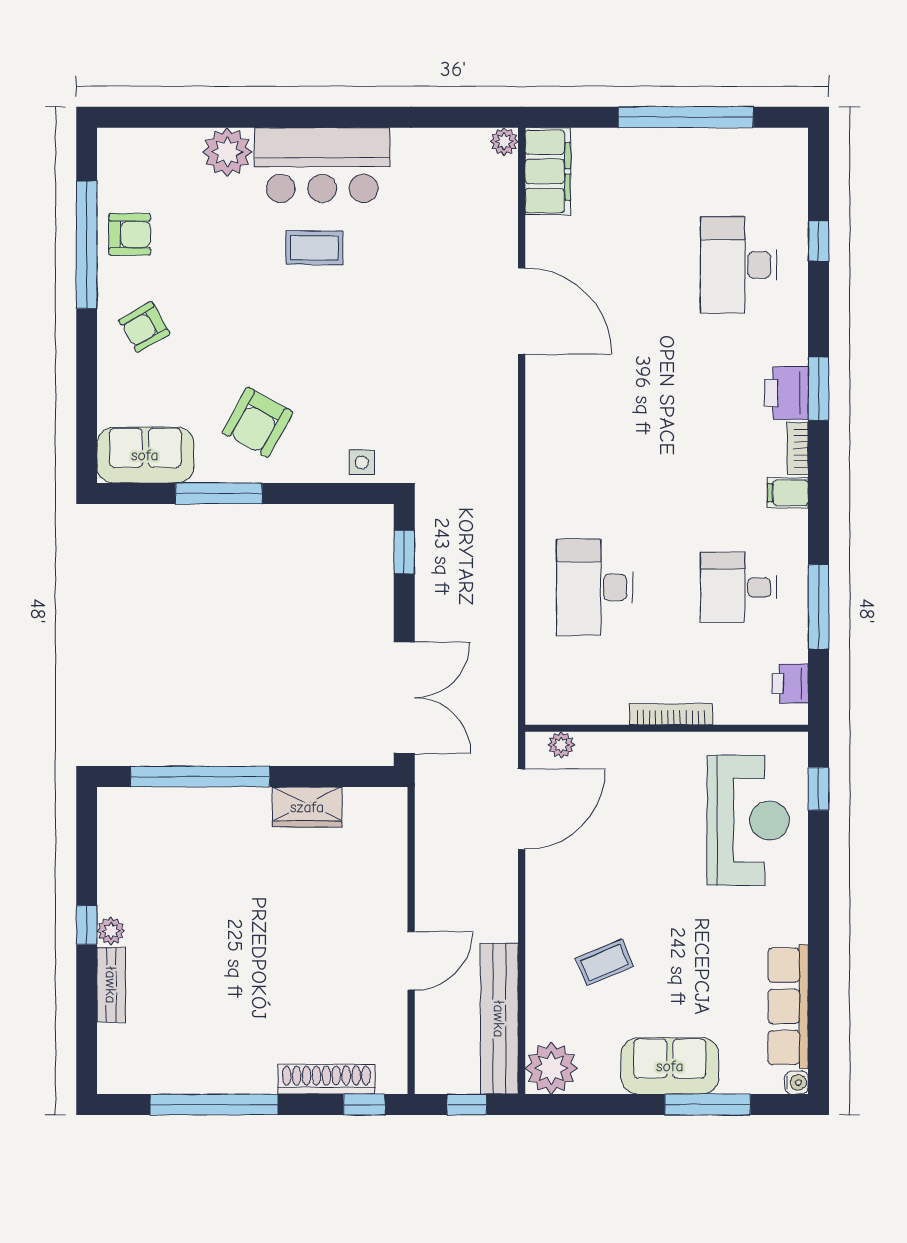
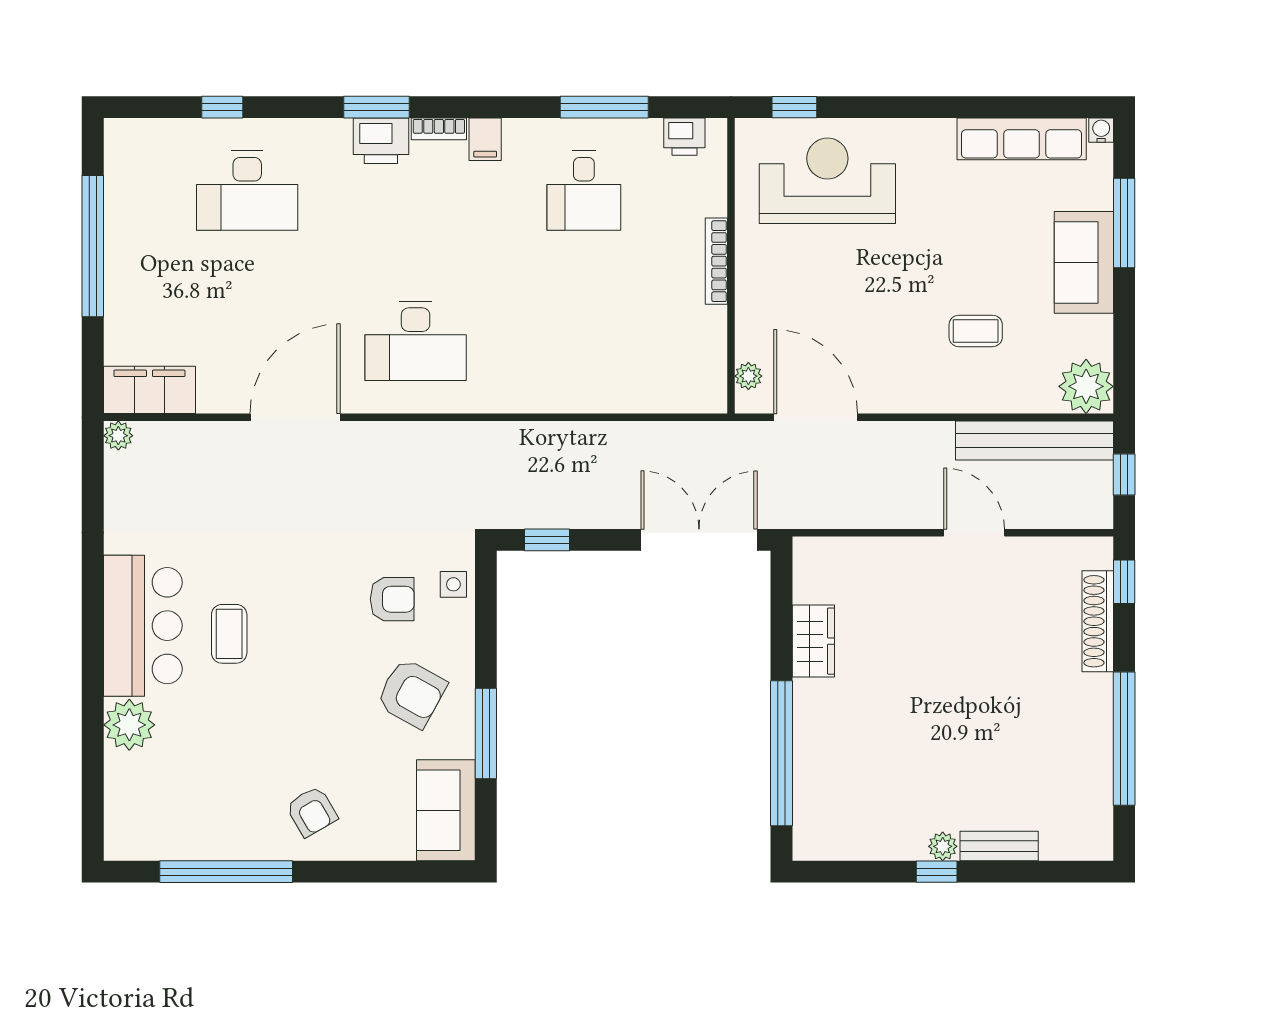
armchair: (130, 234) -> (392, 599), moved, turned 90
desk: (595, 587) -> (416, 341), moved
coffee table: (604, 962) -> (976, 331), turned -67

